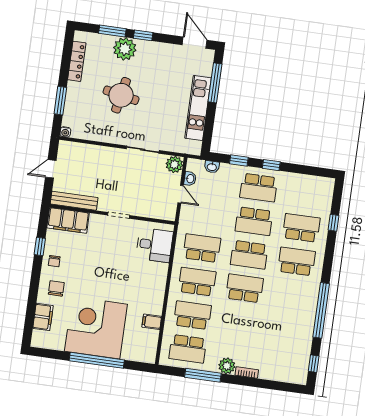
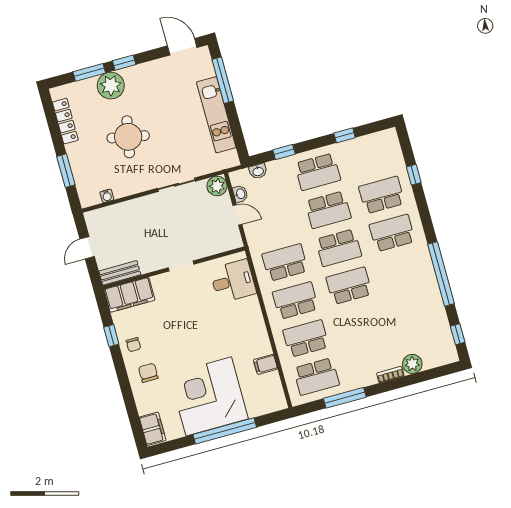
water cooler: (65, 132) -> (107, 196), moved
window: (271, 165) -> (345, 135), moved
bench: (74, 201) -> (120, 273), width x0.73
filing cabinet: (43, 317) -> (153, 429), moved
plant: (227, 366) -> (412, 364), moved

